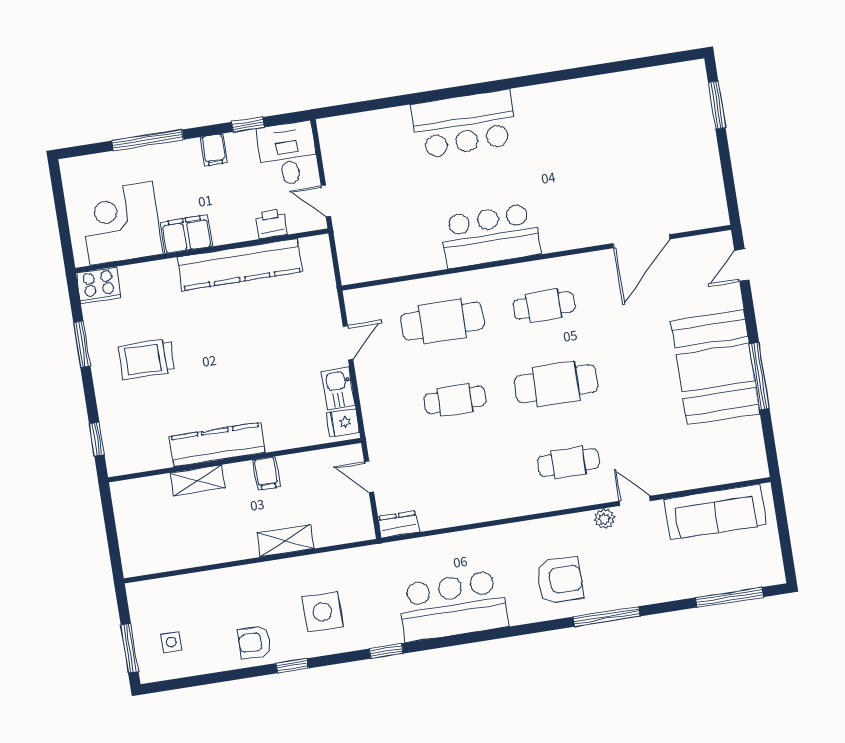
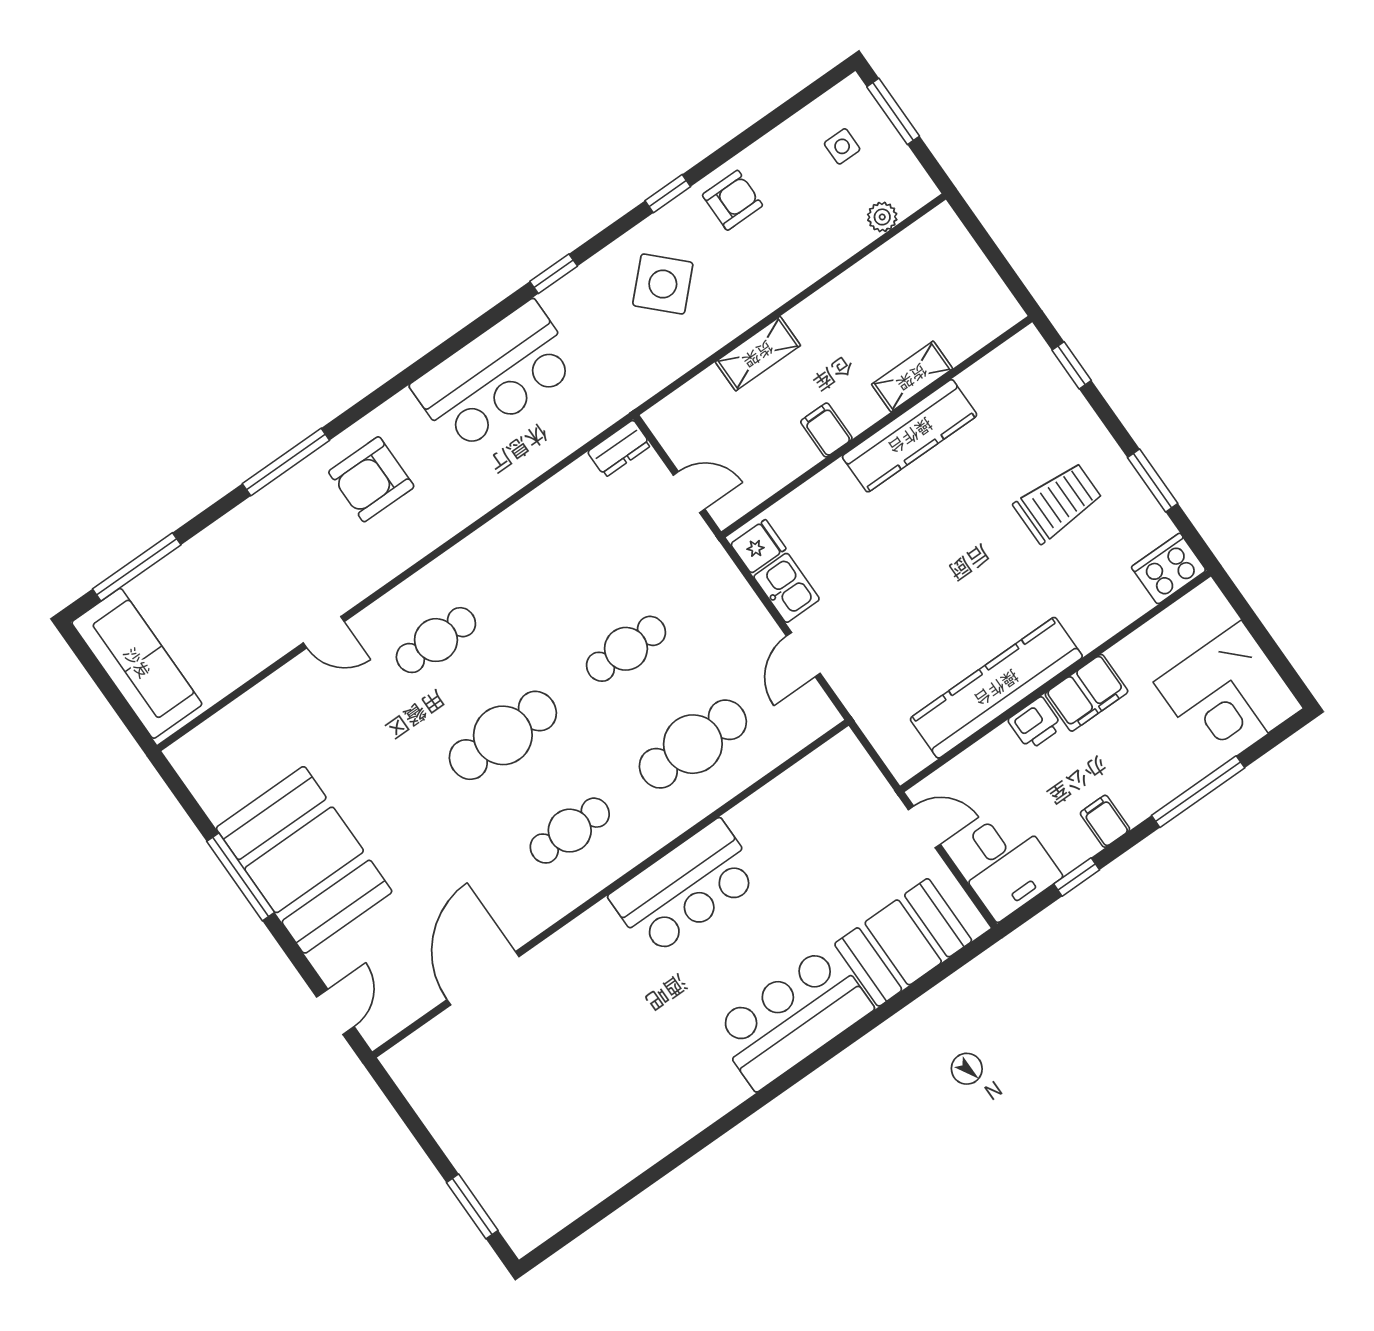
booth: (374, 137) -> (903, 942), added
corner desk: (121, 223) -> (1228, 695), moved, turned 90
printer: (271, 224) -> (1035, 723), moved
sofa: (715, 512) -> (137, 663), moved, turned 90
plant: (604, 519) -> (882, 217), moved
side table: (322, 612) -> (663, 284), turned 45

